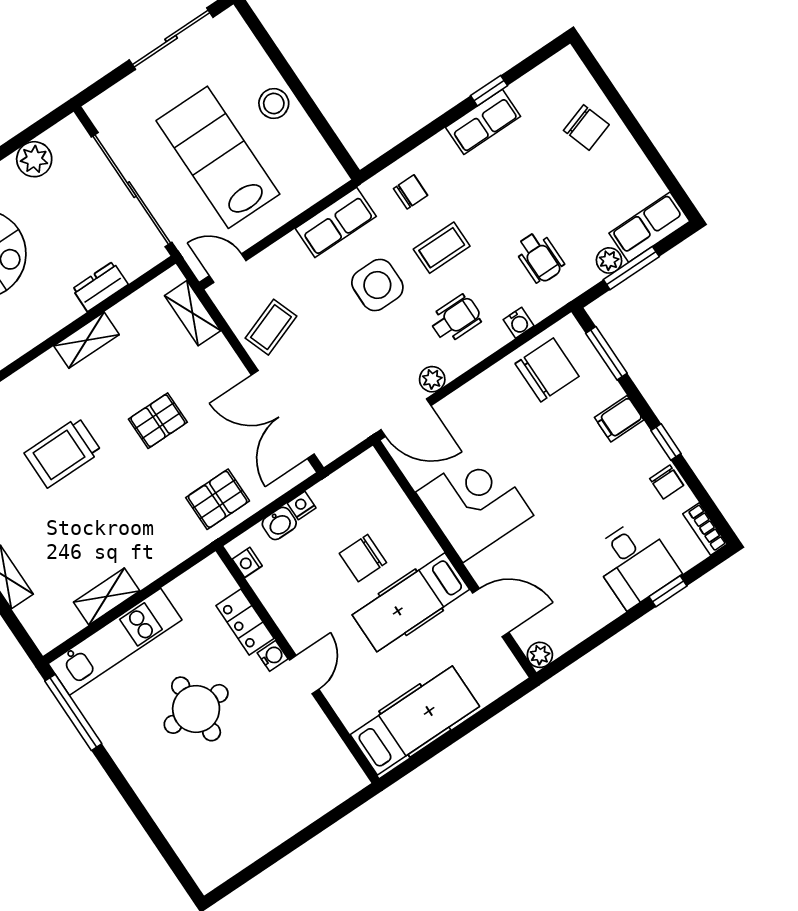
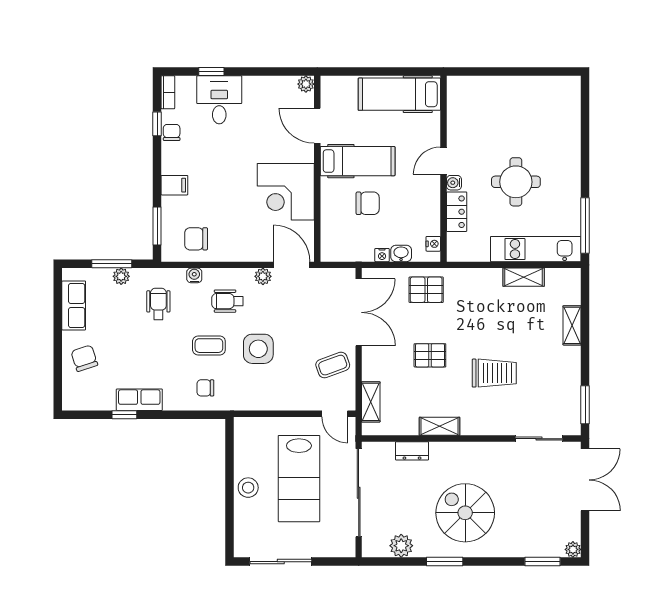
row of seats: (336, 222) -> (258, 399), removed
row of seats: (649, 227) -> (74, 305), moved, turned -90
chair: (547, 370) -> (196, 239), width x0.73, depth x0.73
window: (666, 442) -> (157, 124), moved

